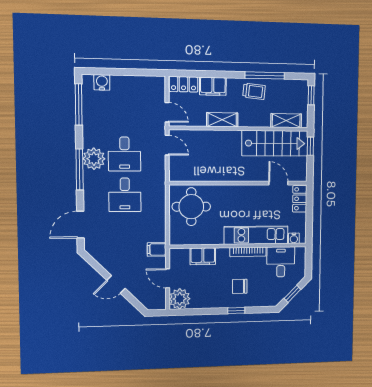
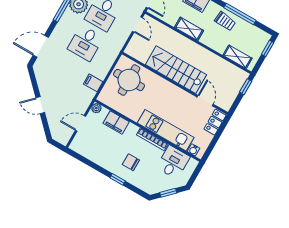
stairs: (275, 143) -> (176, 70), moved, turned 180
filing cabinet: (157, 249) -> (93, 83), moved
door: (168, 278) -> (80, 123), hinge flipped
plant: (180, 299) -> (96, 108), moved, width x0.53, depth x0.53

